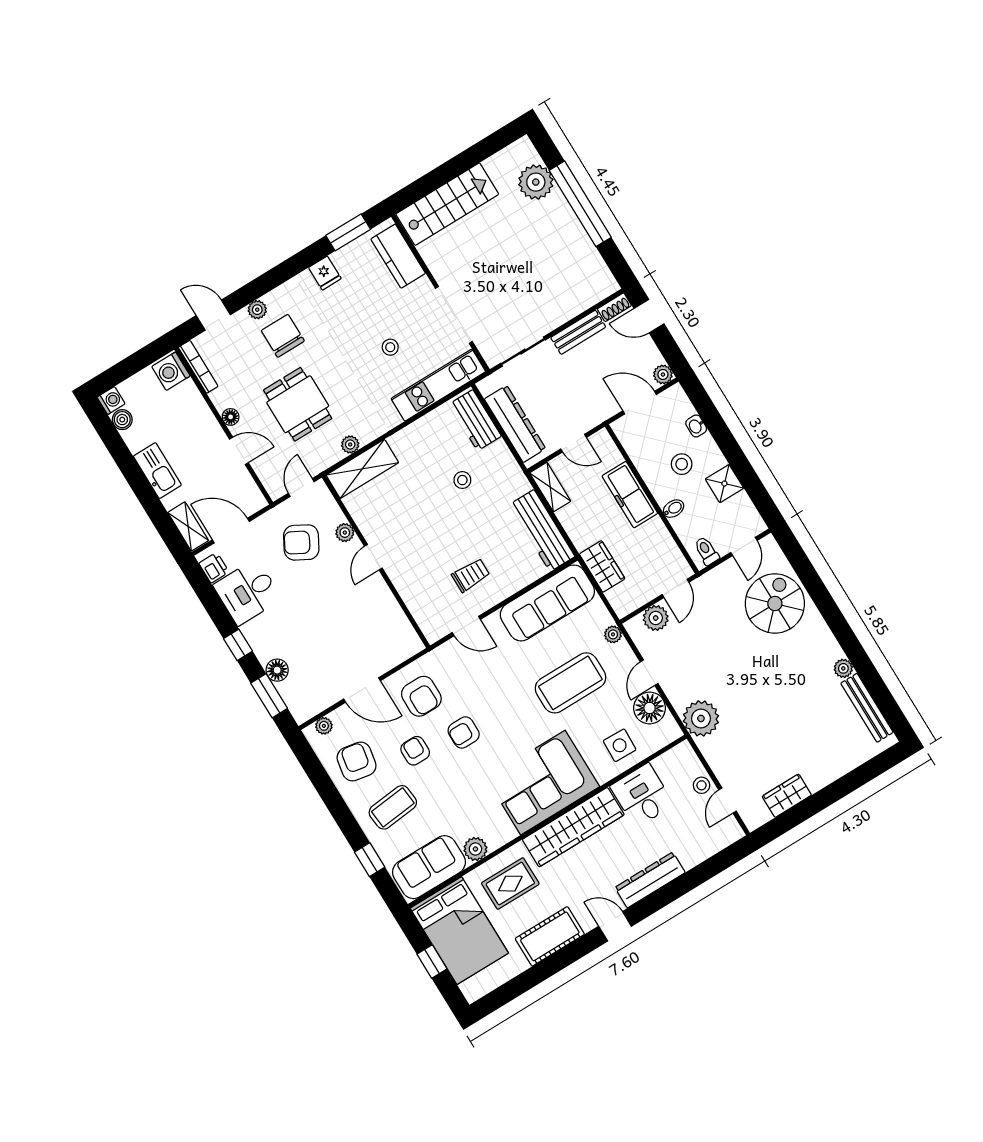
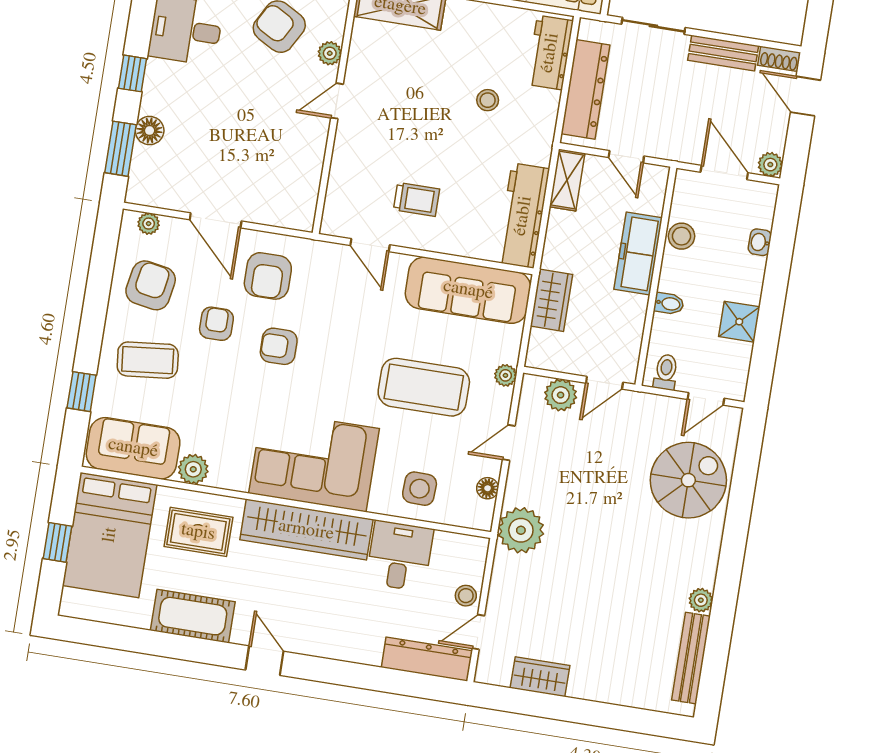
stool: (682, 464) -> (682, 236), moved
floor lamp: (650, 708) -> (488, 488), width x0.53, depth x0.53
dresser: (650, 880) -> (427, 659), moved

